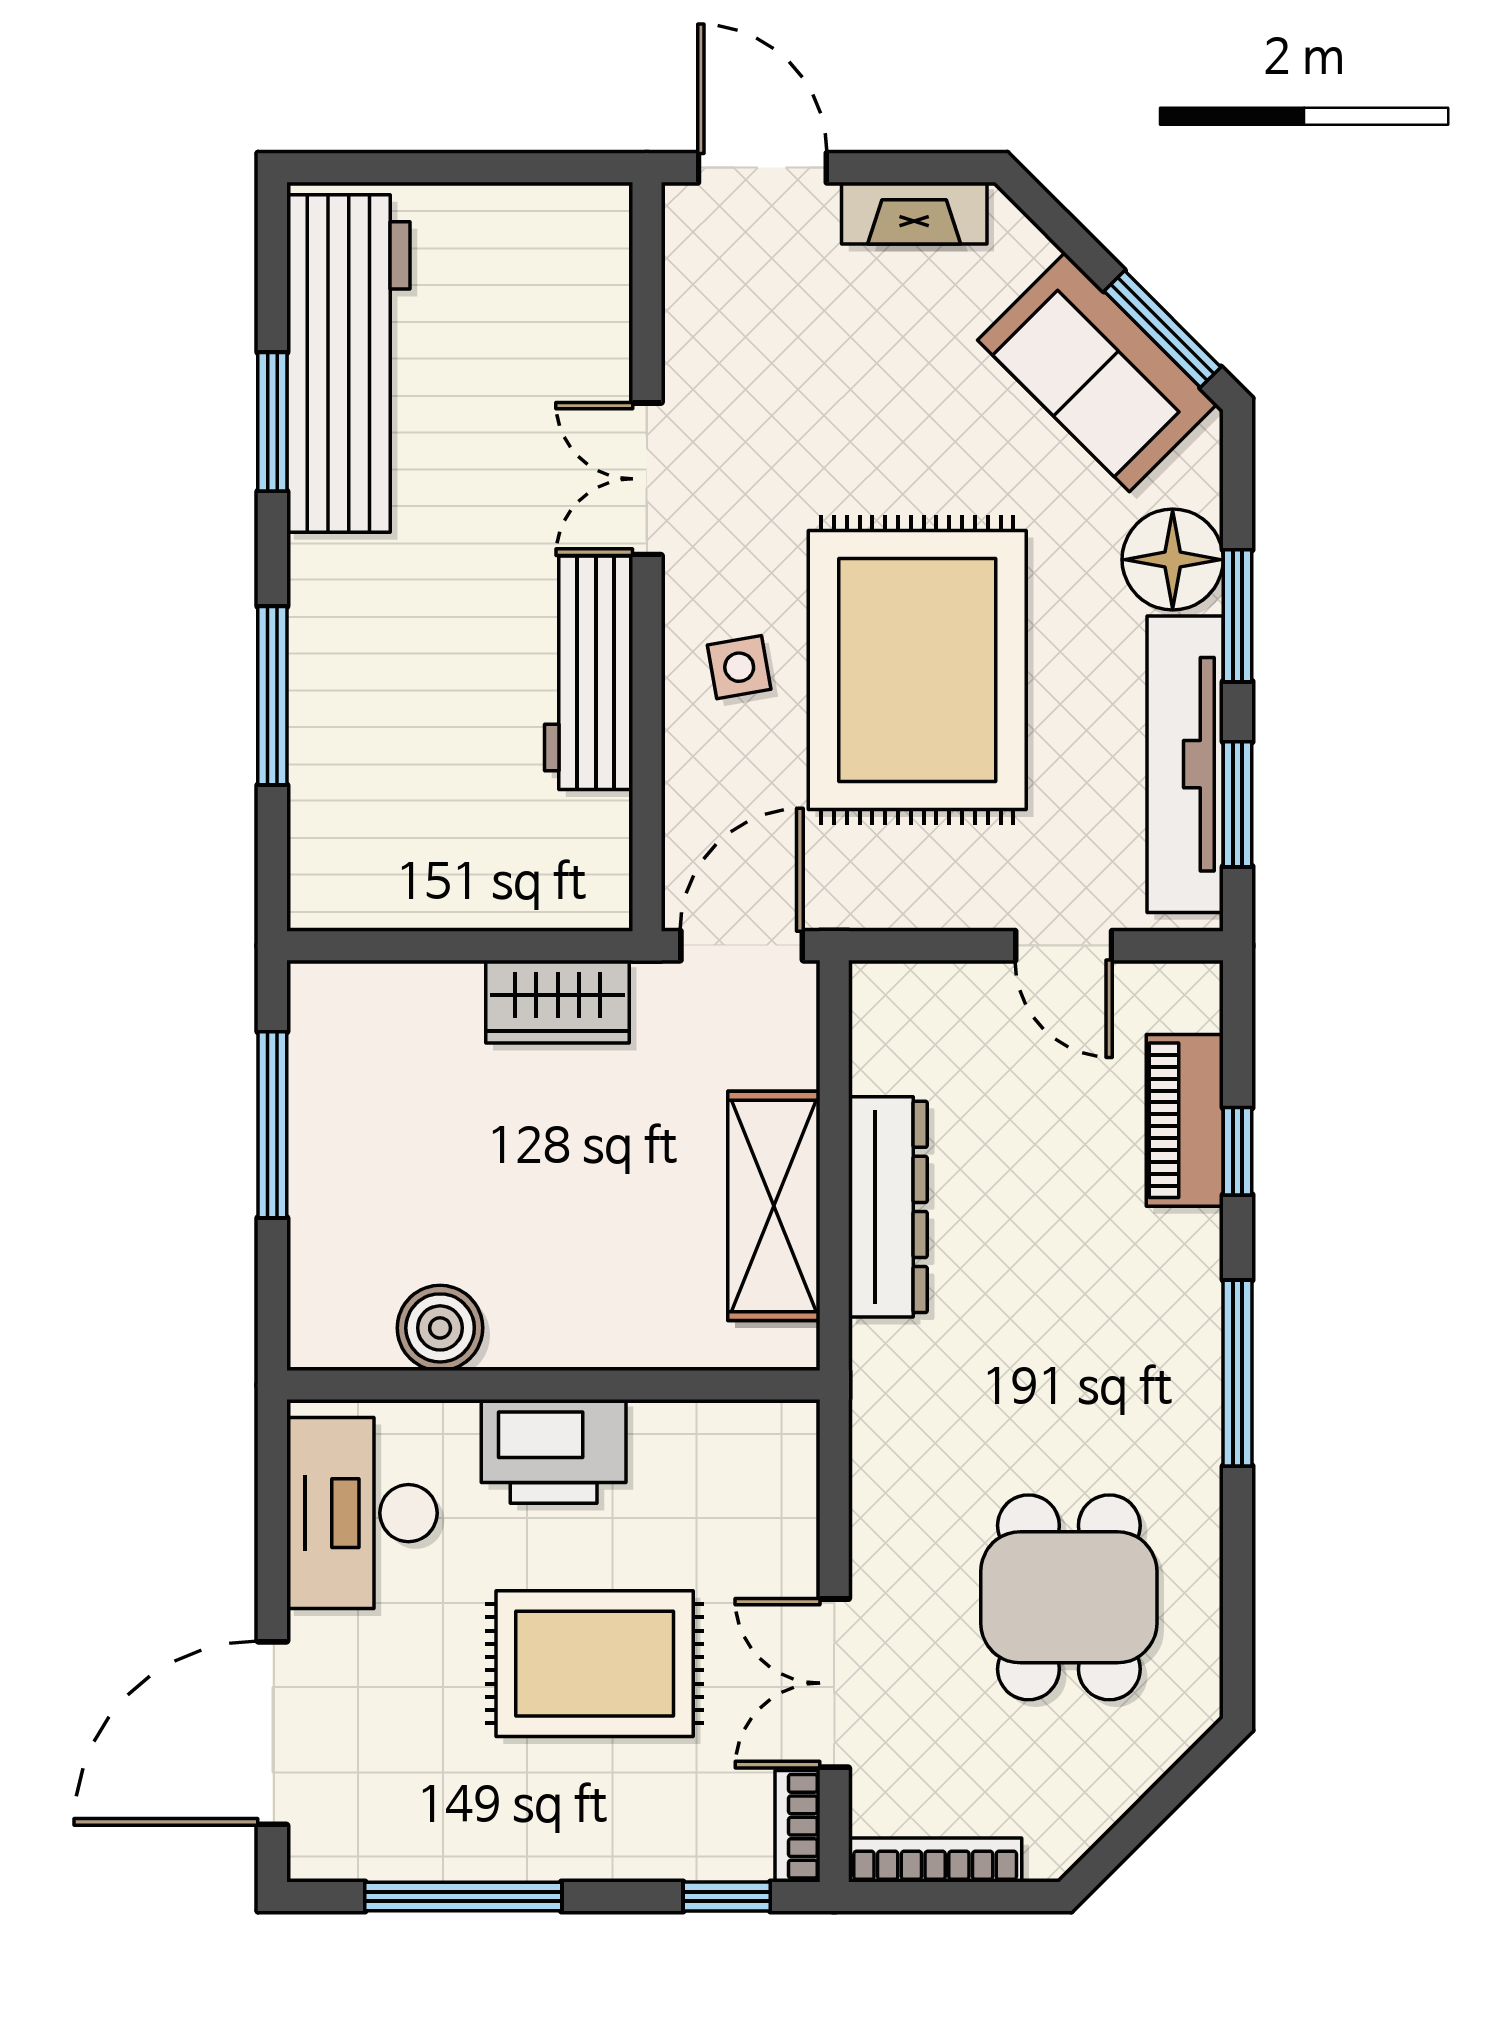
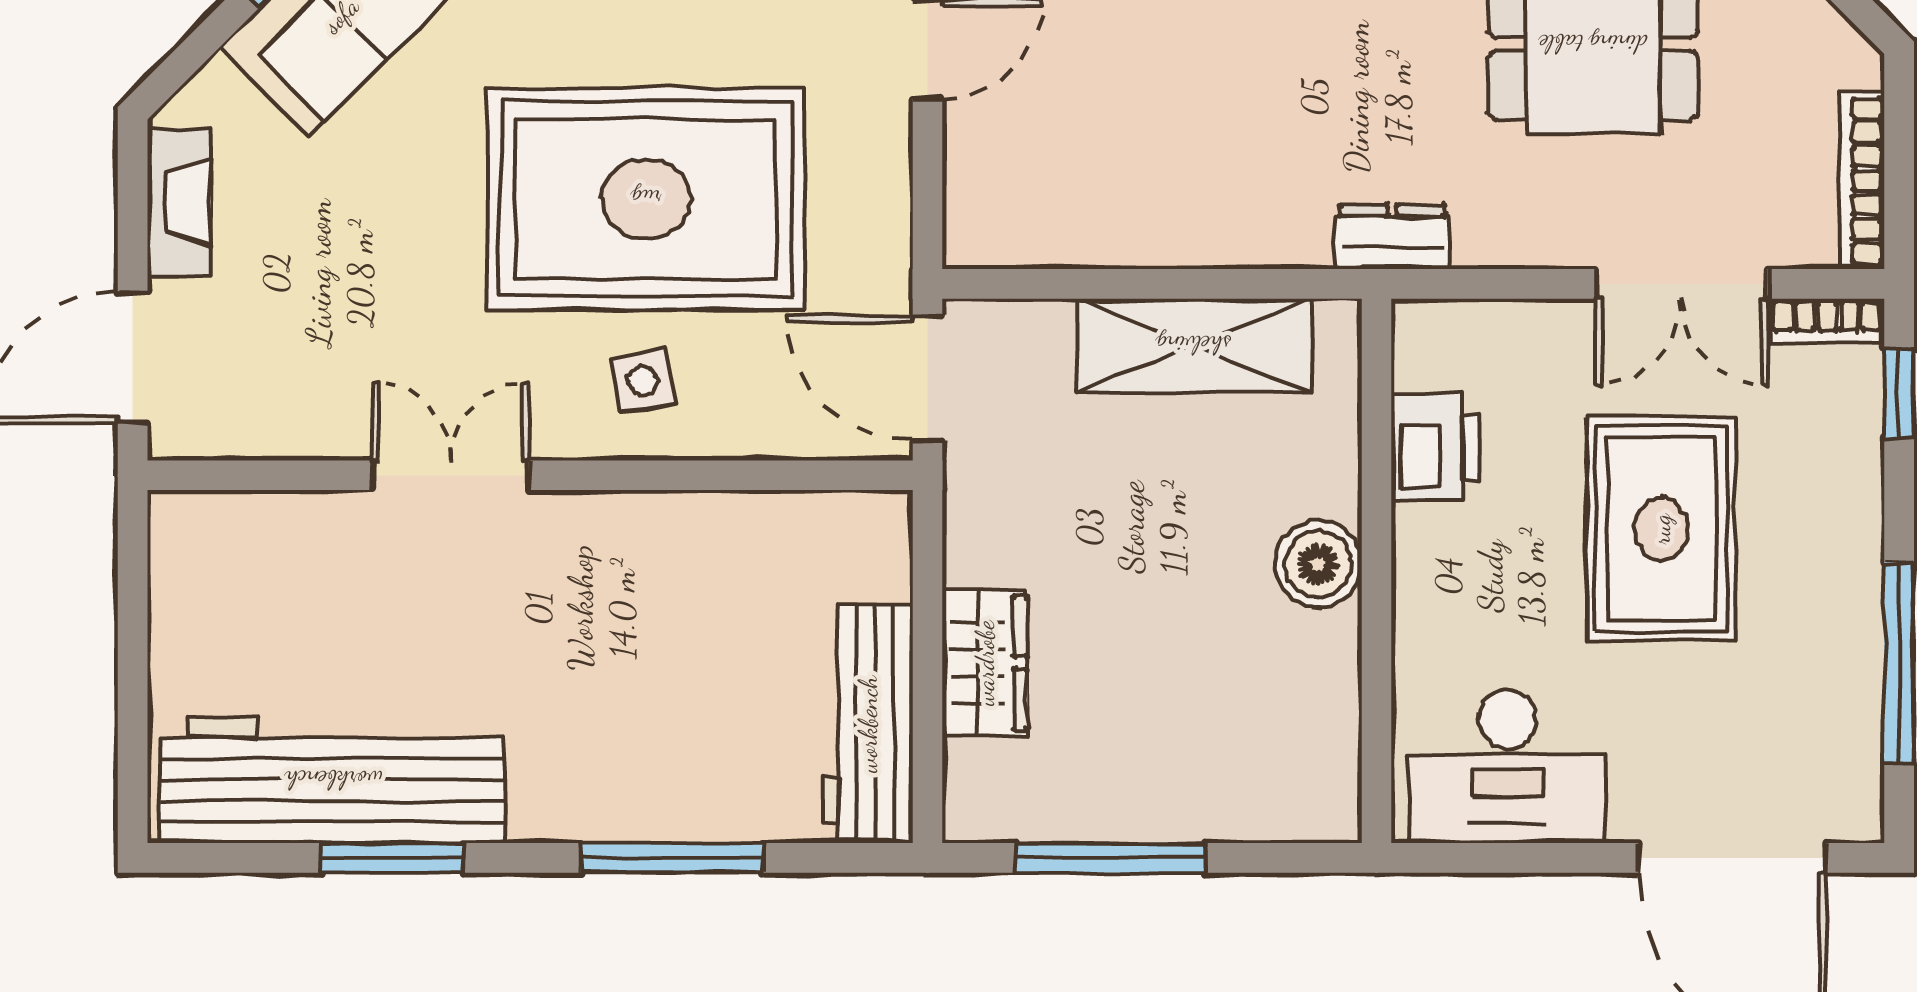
double door: (647, 479) -> (451, 475), swing flipped
workbench: (589, 673) -> (868, 724), moved, turned 90
wardrobe: (558, 1002) -> (985, 663), moved
dresser: (888, 1207) -> (1392, 237), moved, width x0.51, depth x0.80
boiler: (440, 1328) -> (1318, 564), moved
printer: (554, 1451) -> (1436, 447), moved, width x0.73, depth x0.84

